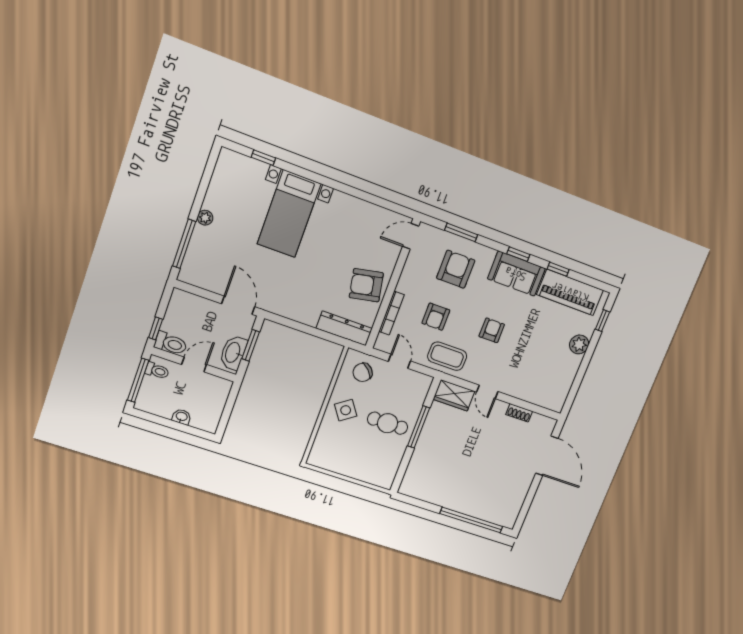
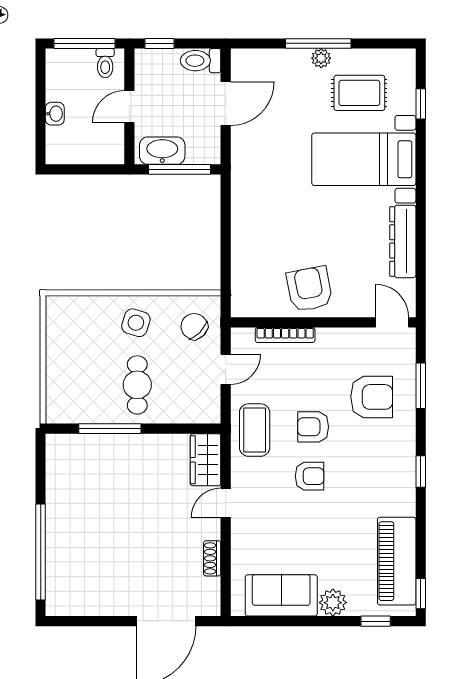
rug: (240, 199) -> (359, 93), added
window: (184, 244) -> (318, 43), moved
window: (558, 269) -> (421, 594), moved
sofa: (516, 274) -> (281, 595), moved, turned 90
door: (238, 305) -> (226, 104), moved
armchair: (436, 317) -> (313, 427), moved
dresser: (344, 328) -> (403, 241), moved, turned 180
toilet: (171, 344) -> (201, 61), moved, turned 90
window: (251, 345) -> (180, 169), width x1.44
door: (194, 365) -> (129, 107), swing flipped
side table: (346, 410) -> (136, 323), turned -38
window: (419, 427) -> (110, 429), moved

